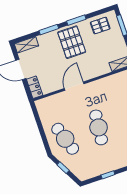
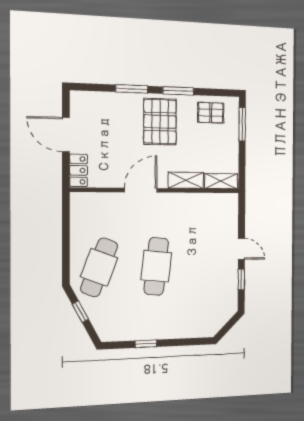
shelving: (26, 45) -> (186, 180), moved
cafe table: (65, 139) -> (99, 267), turned 39

